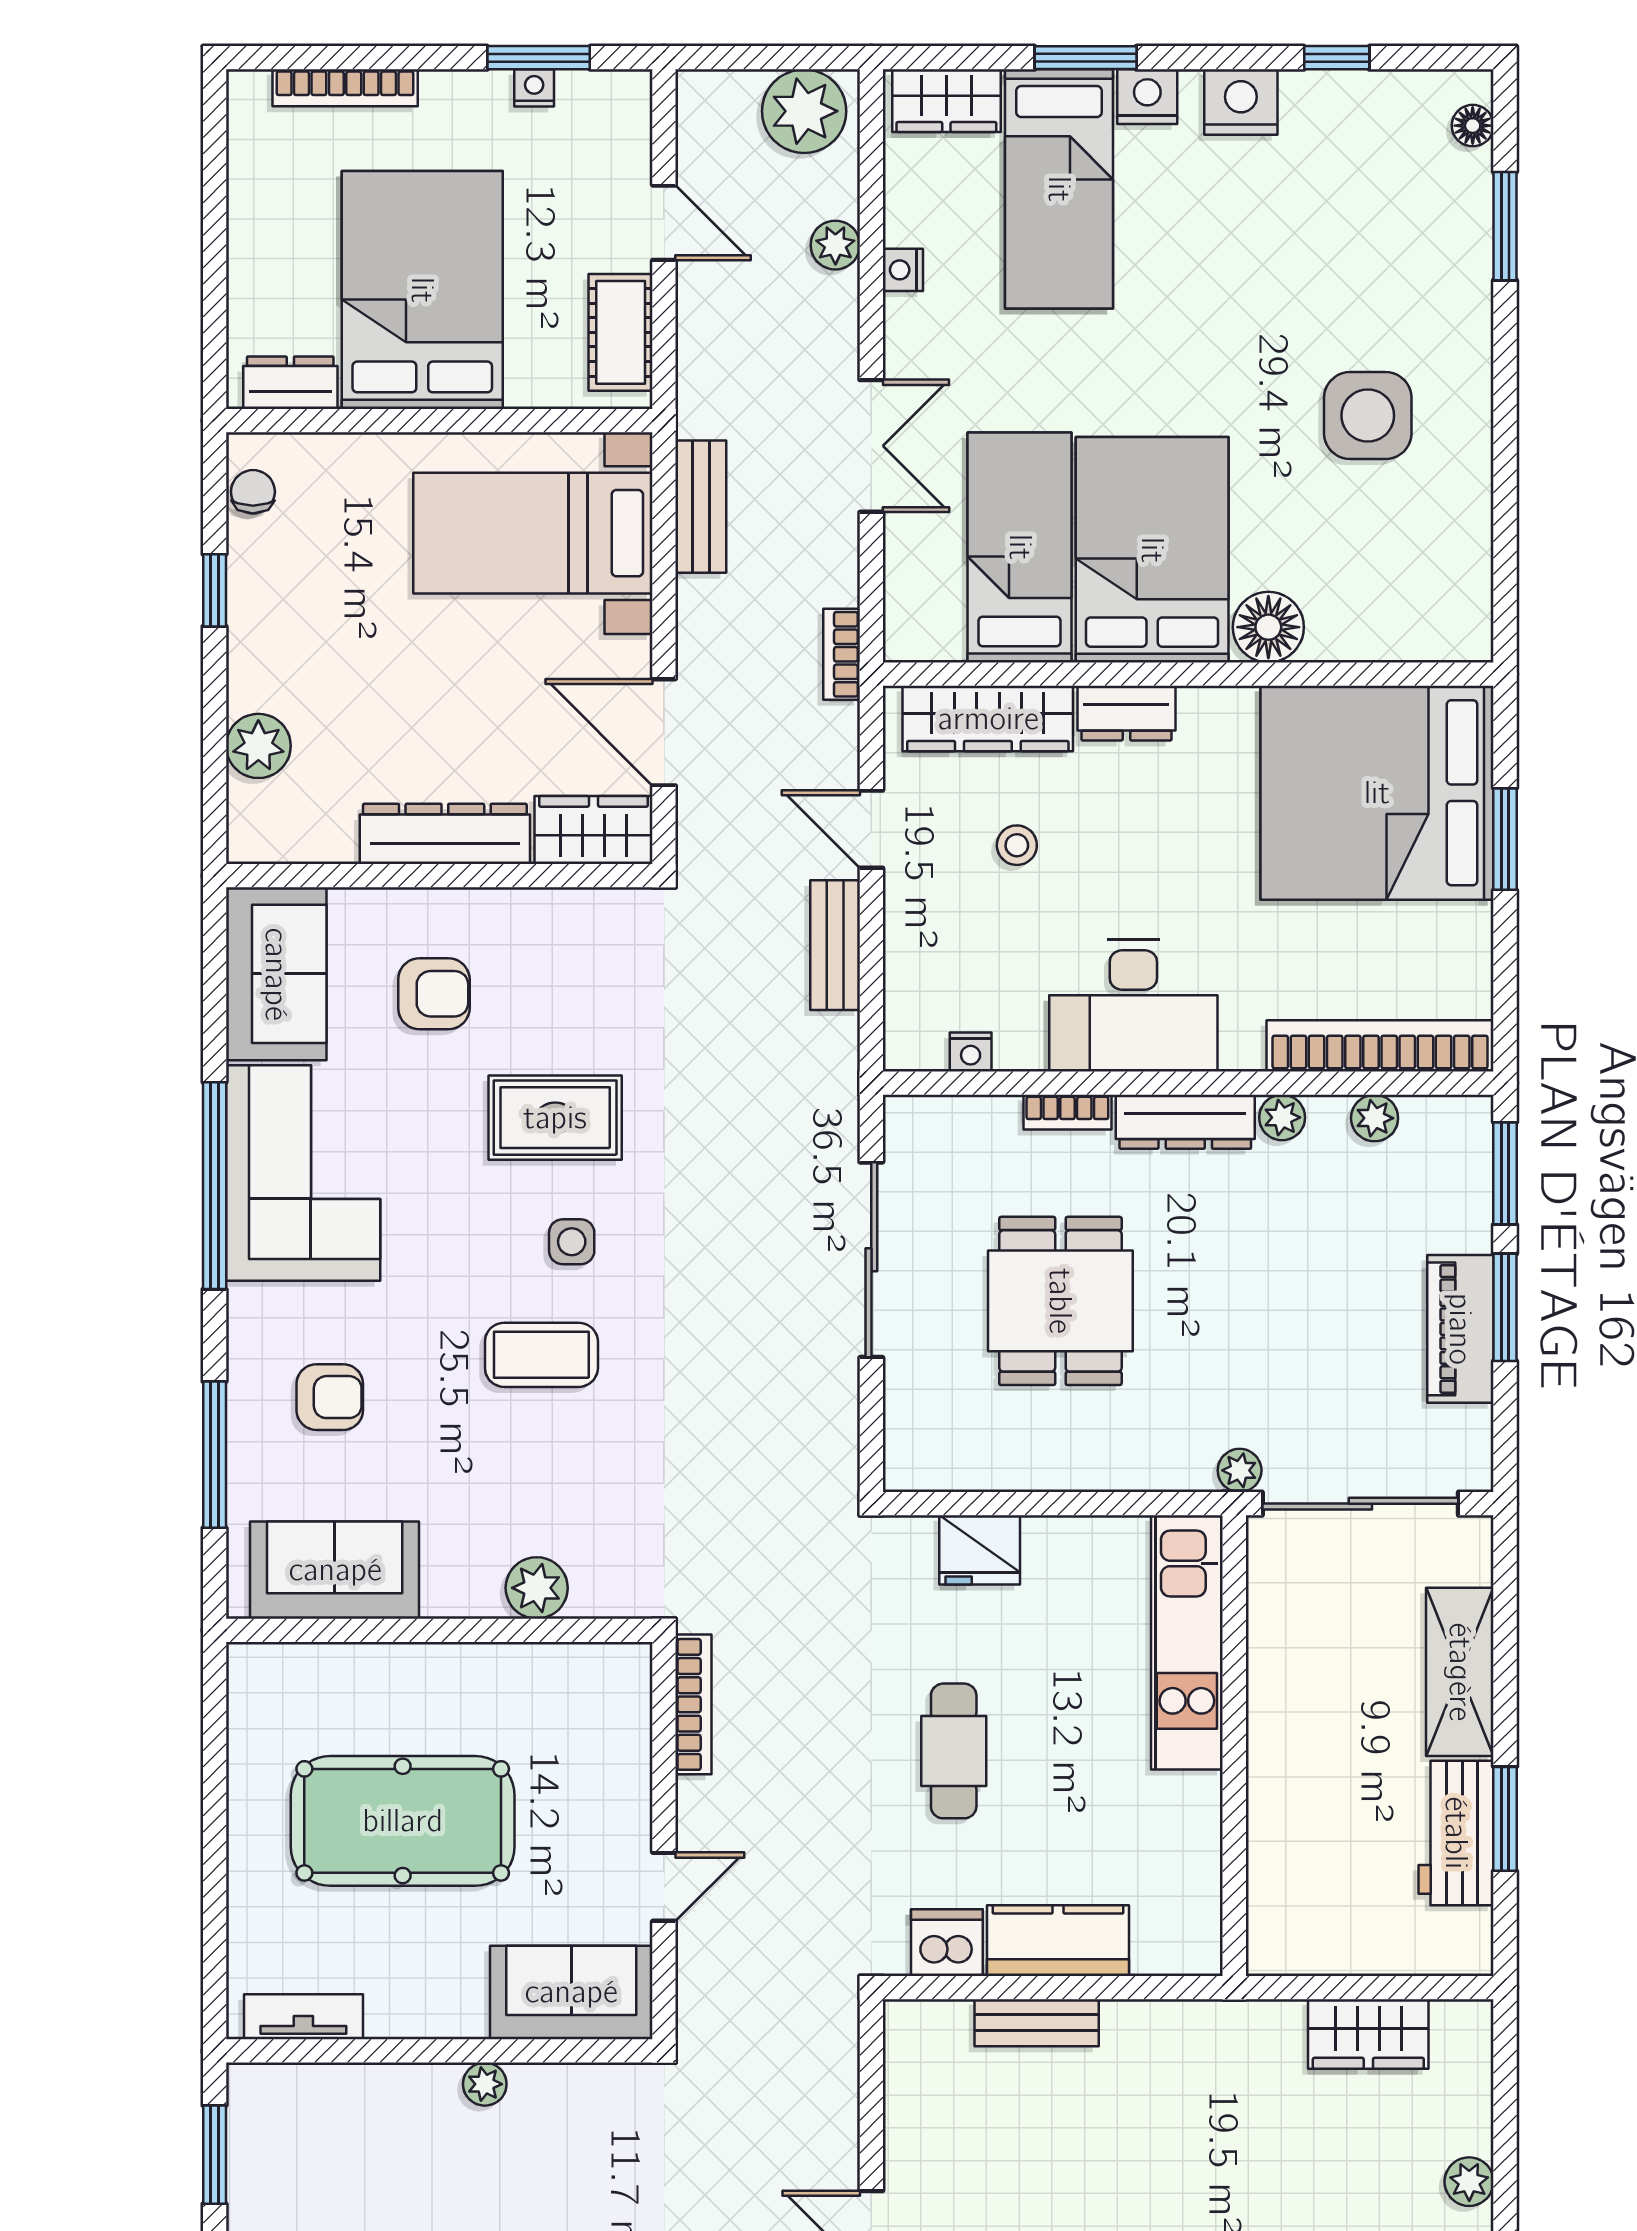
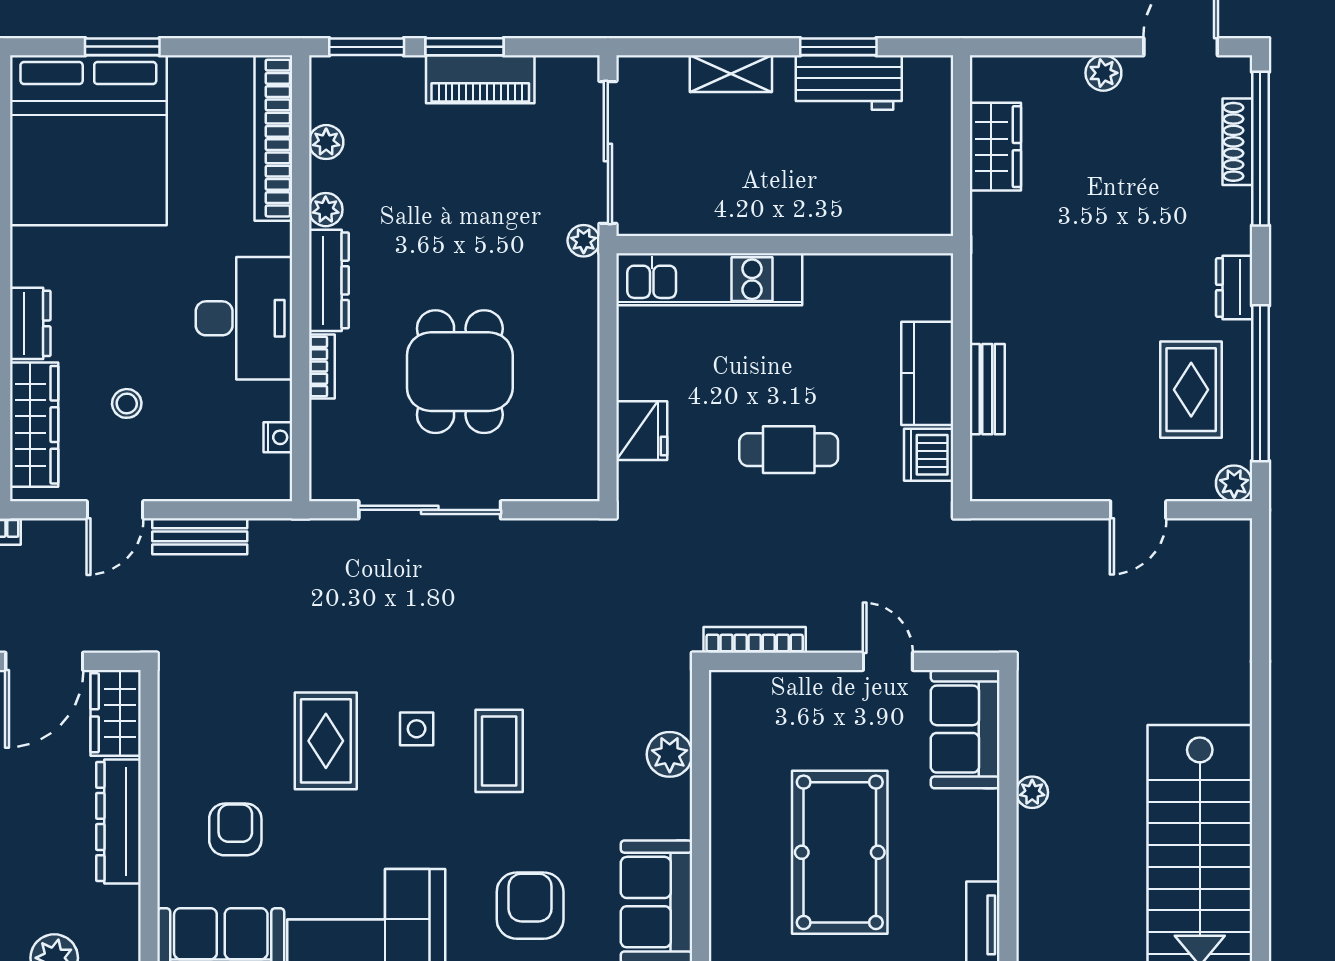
dining table: (1060, 1301) -> (460, 372), turned 90
armchair: (330, 1397) -> (530, 906), width x1.38, depth x1.38
shelving: (1460, 1672) -> (731, 74), width x0.67, depth x0.75

